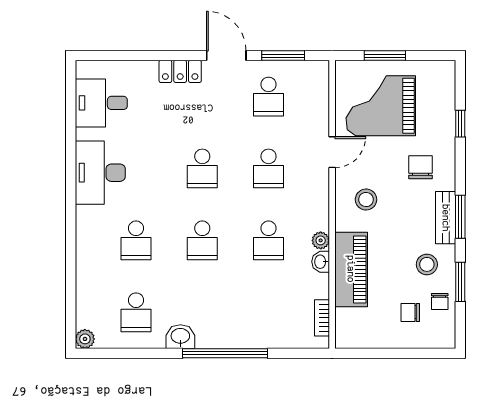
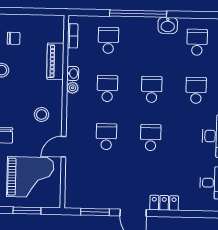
school desk: (269, 97) -> (108, 40), moved
piano: (351, 269) -> (55, 61), width x0.73, depth x0.75

